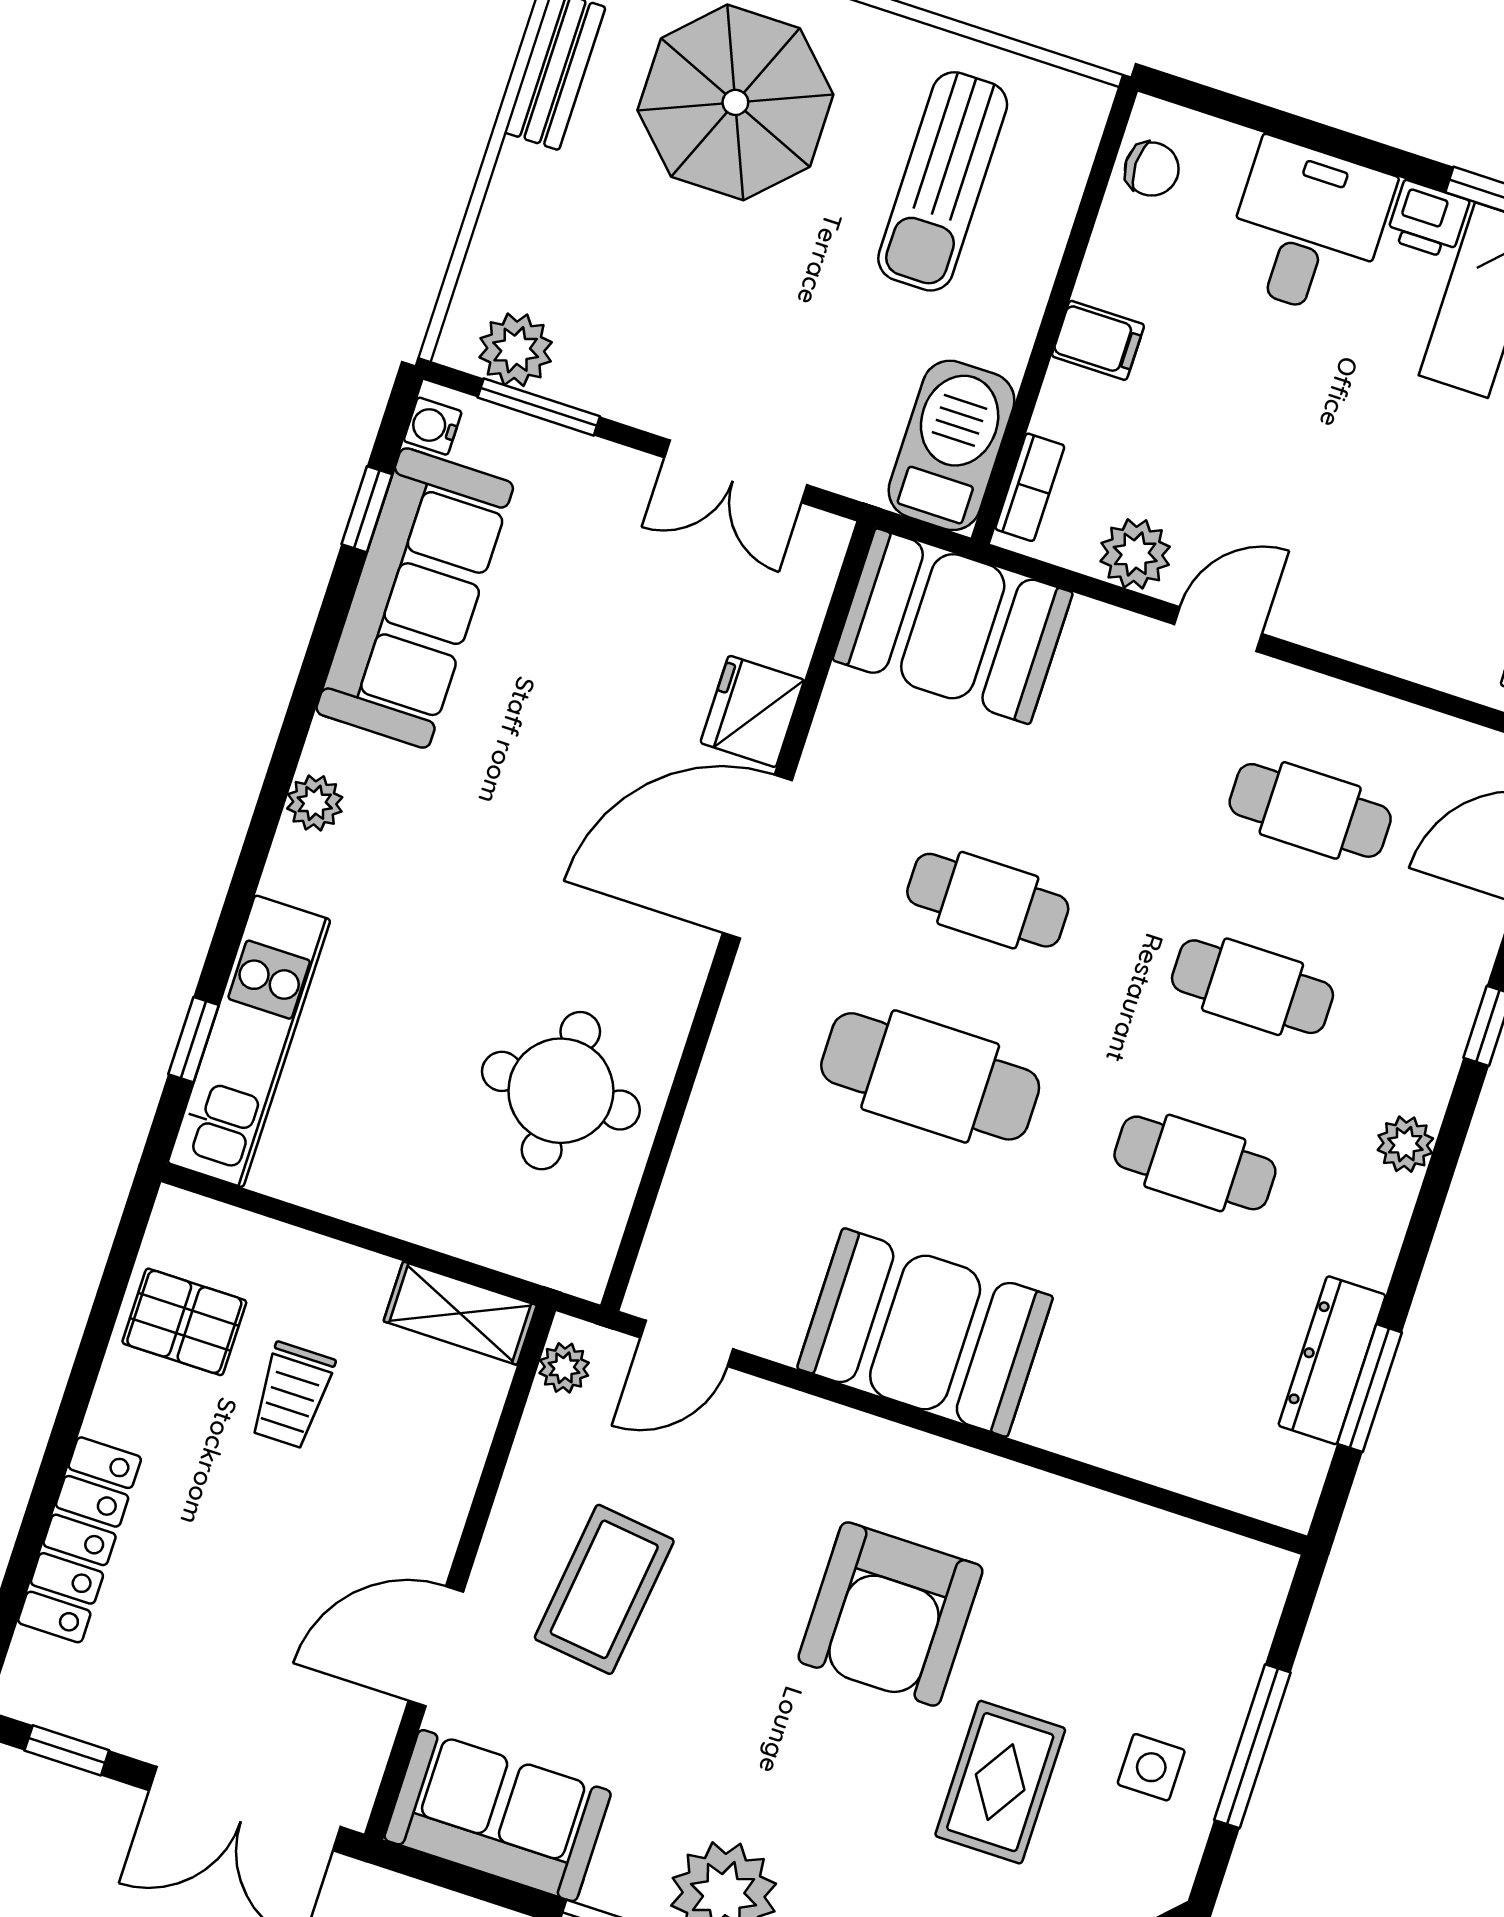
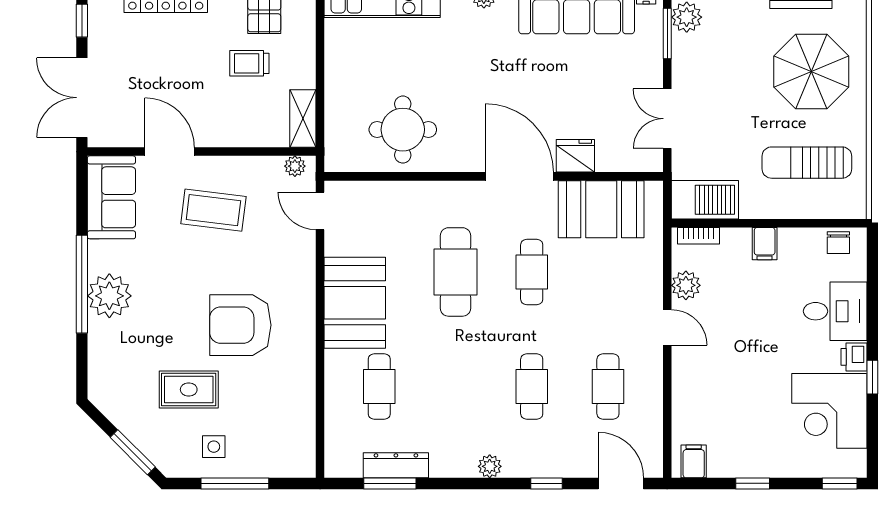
booth: (953, 626) -> (601, 209), moved, turned 90
cafe table: (1195, 1163) -> (379, 387), moved

